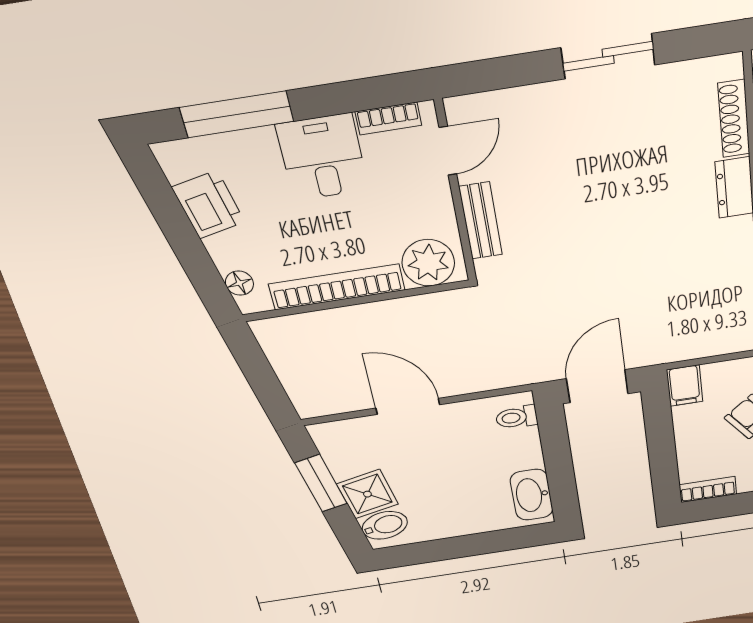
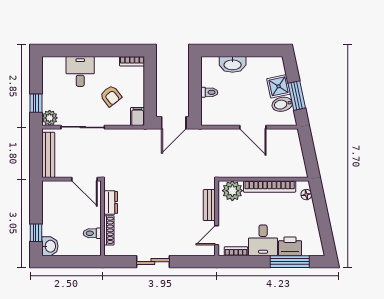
printer: (208, 205) -> (290, 246), moved, turned 102
toilet: (517, 417) -> (209, 92), moved
washbasin: (532, 495) -> (233, 64), moved, turned 90
bidet: (385, 525) -> (282, 104), moved

